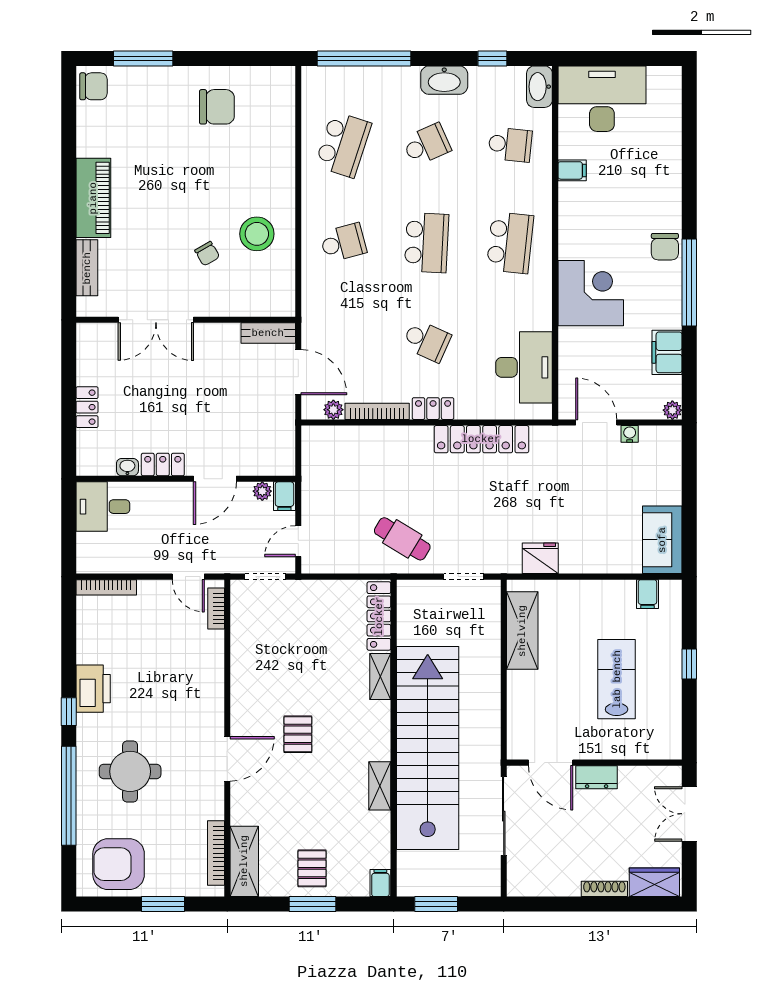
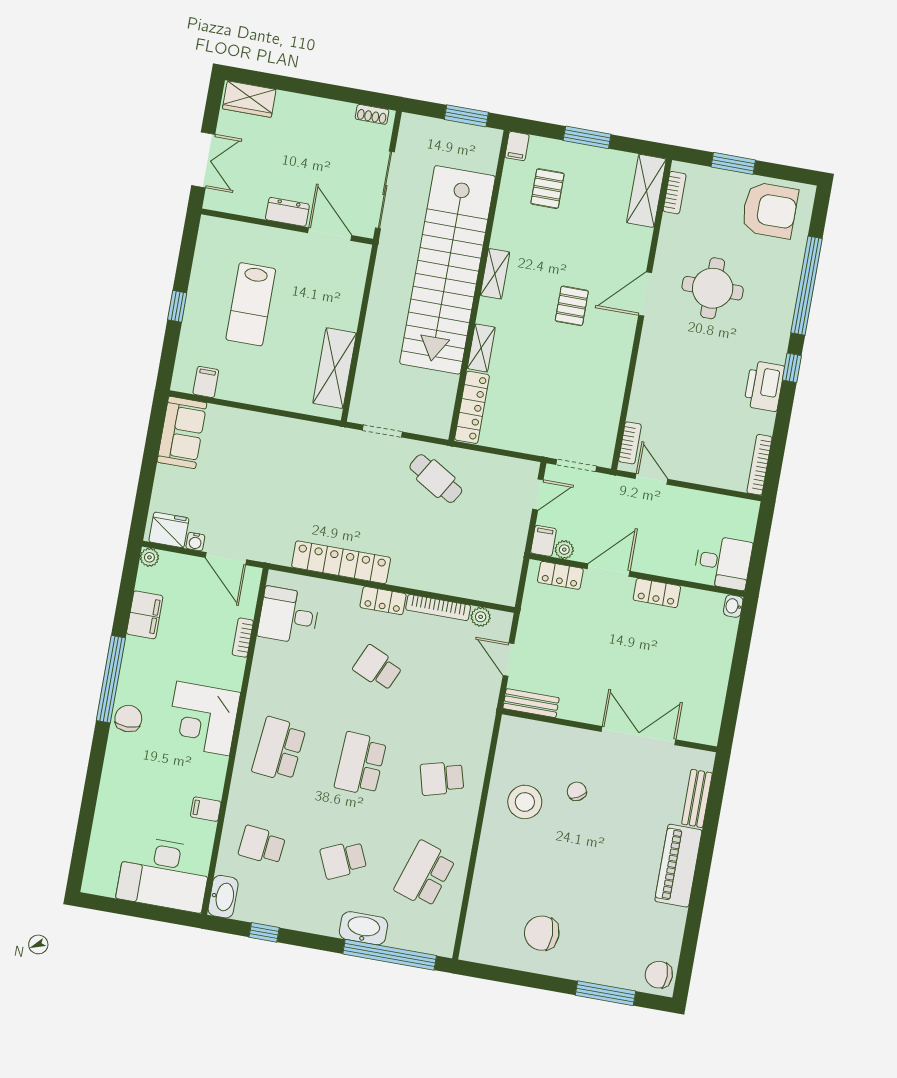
washbasin: (444, 80) -> (364, 928), moved
corner desk: (591, 293) -> (203, 719), moved
bookcase: (566, 347) -> (243, 638), added
desk: (524, 367) -> (289, 616), width x0.73
door: (298, 372) -> (508, 660), width x0.73
locker: (87, 407) -> (560, 575), moved, turned -90
washbasin: (127, 467) -> (733, 606), moved, turned 90
fridge: (540, 558) -> (169, 530), moved, turned 180
bookcase: (106, 587) -> (759, 465), moved, turned -90
round table: (130, 771) -> (713, 288), moved
shelving: (380, 786) -> (495, 274), moved
bookcase: (216, 853) -> (675, 193), width x0.64
pallet: (312, 868) -> (547, 189), moved
shoe rack: (604, 889) -> (372, 114), moved, width x0.70

